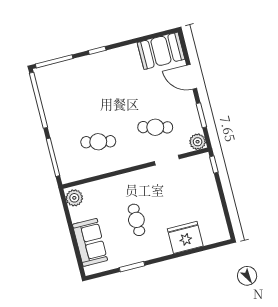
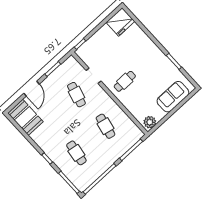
cafe table: (85, 89) -> (76, 153), added
plant: (198, 142) -> (71, 62), removed
cafe table: (136, 220) -> (125, 81), moved
fridge: (185, 237) -> (120, 22), moved, turned -90

